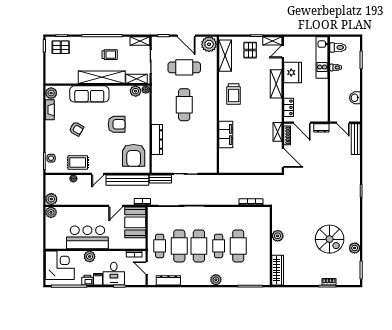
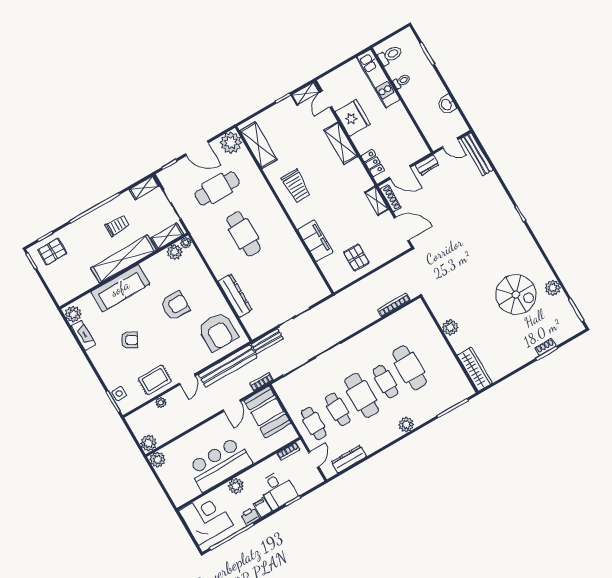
pallet: (250, 50) -> (356, 257), moved
cafe table: (179, 246) -> (338, 409), width x0.73, depth x0.74
door: (147, 268) -> (314, 459), swing flipped

